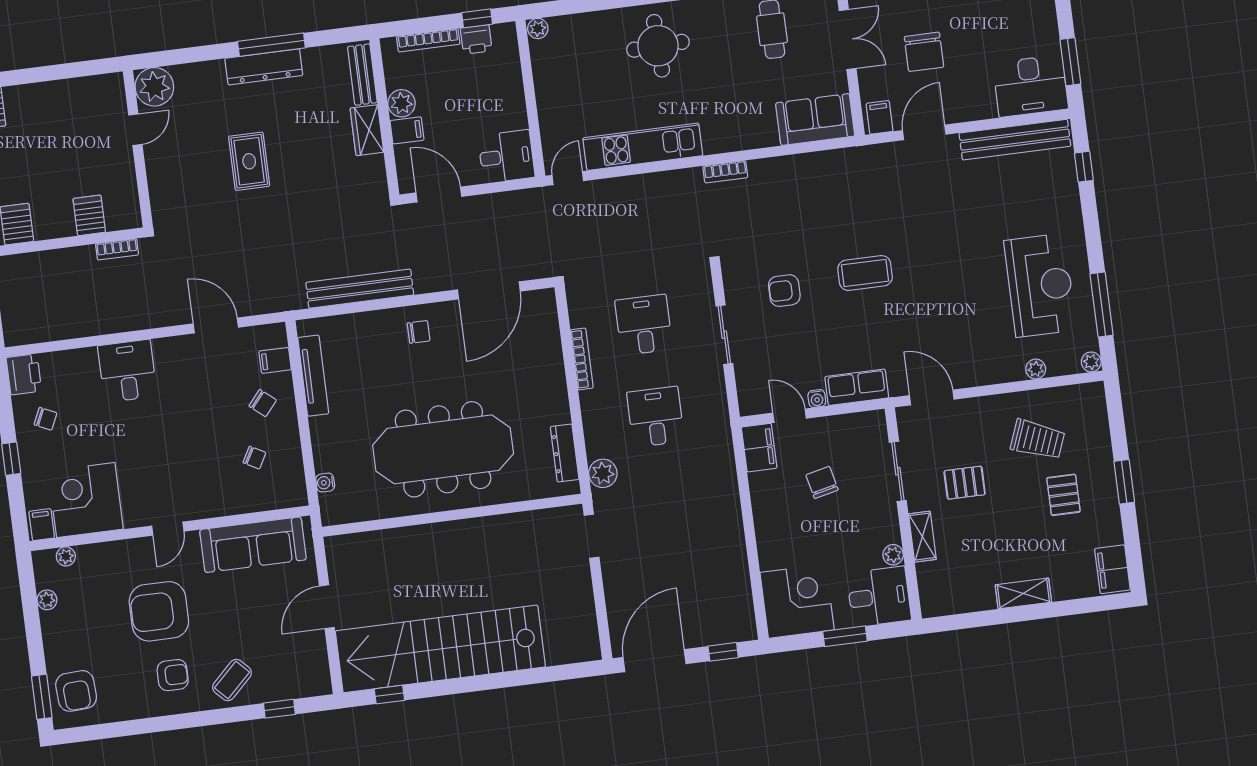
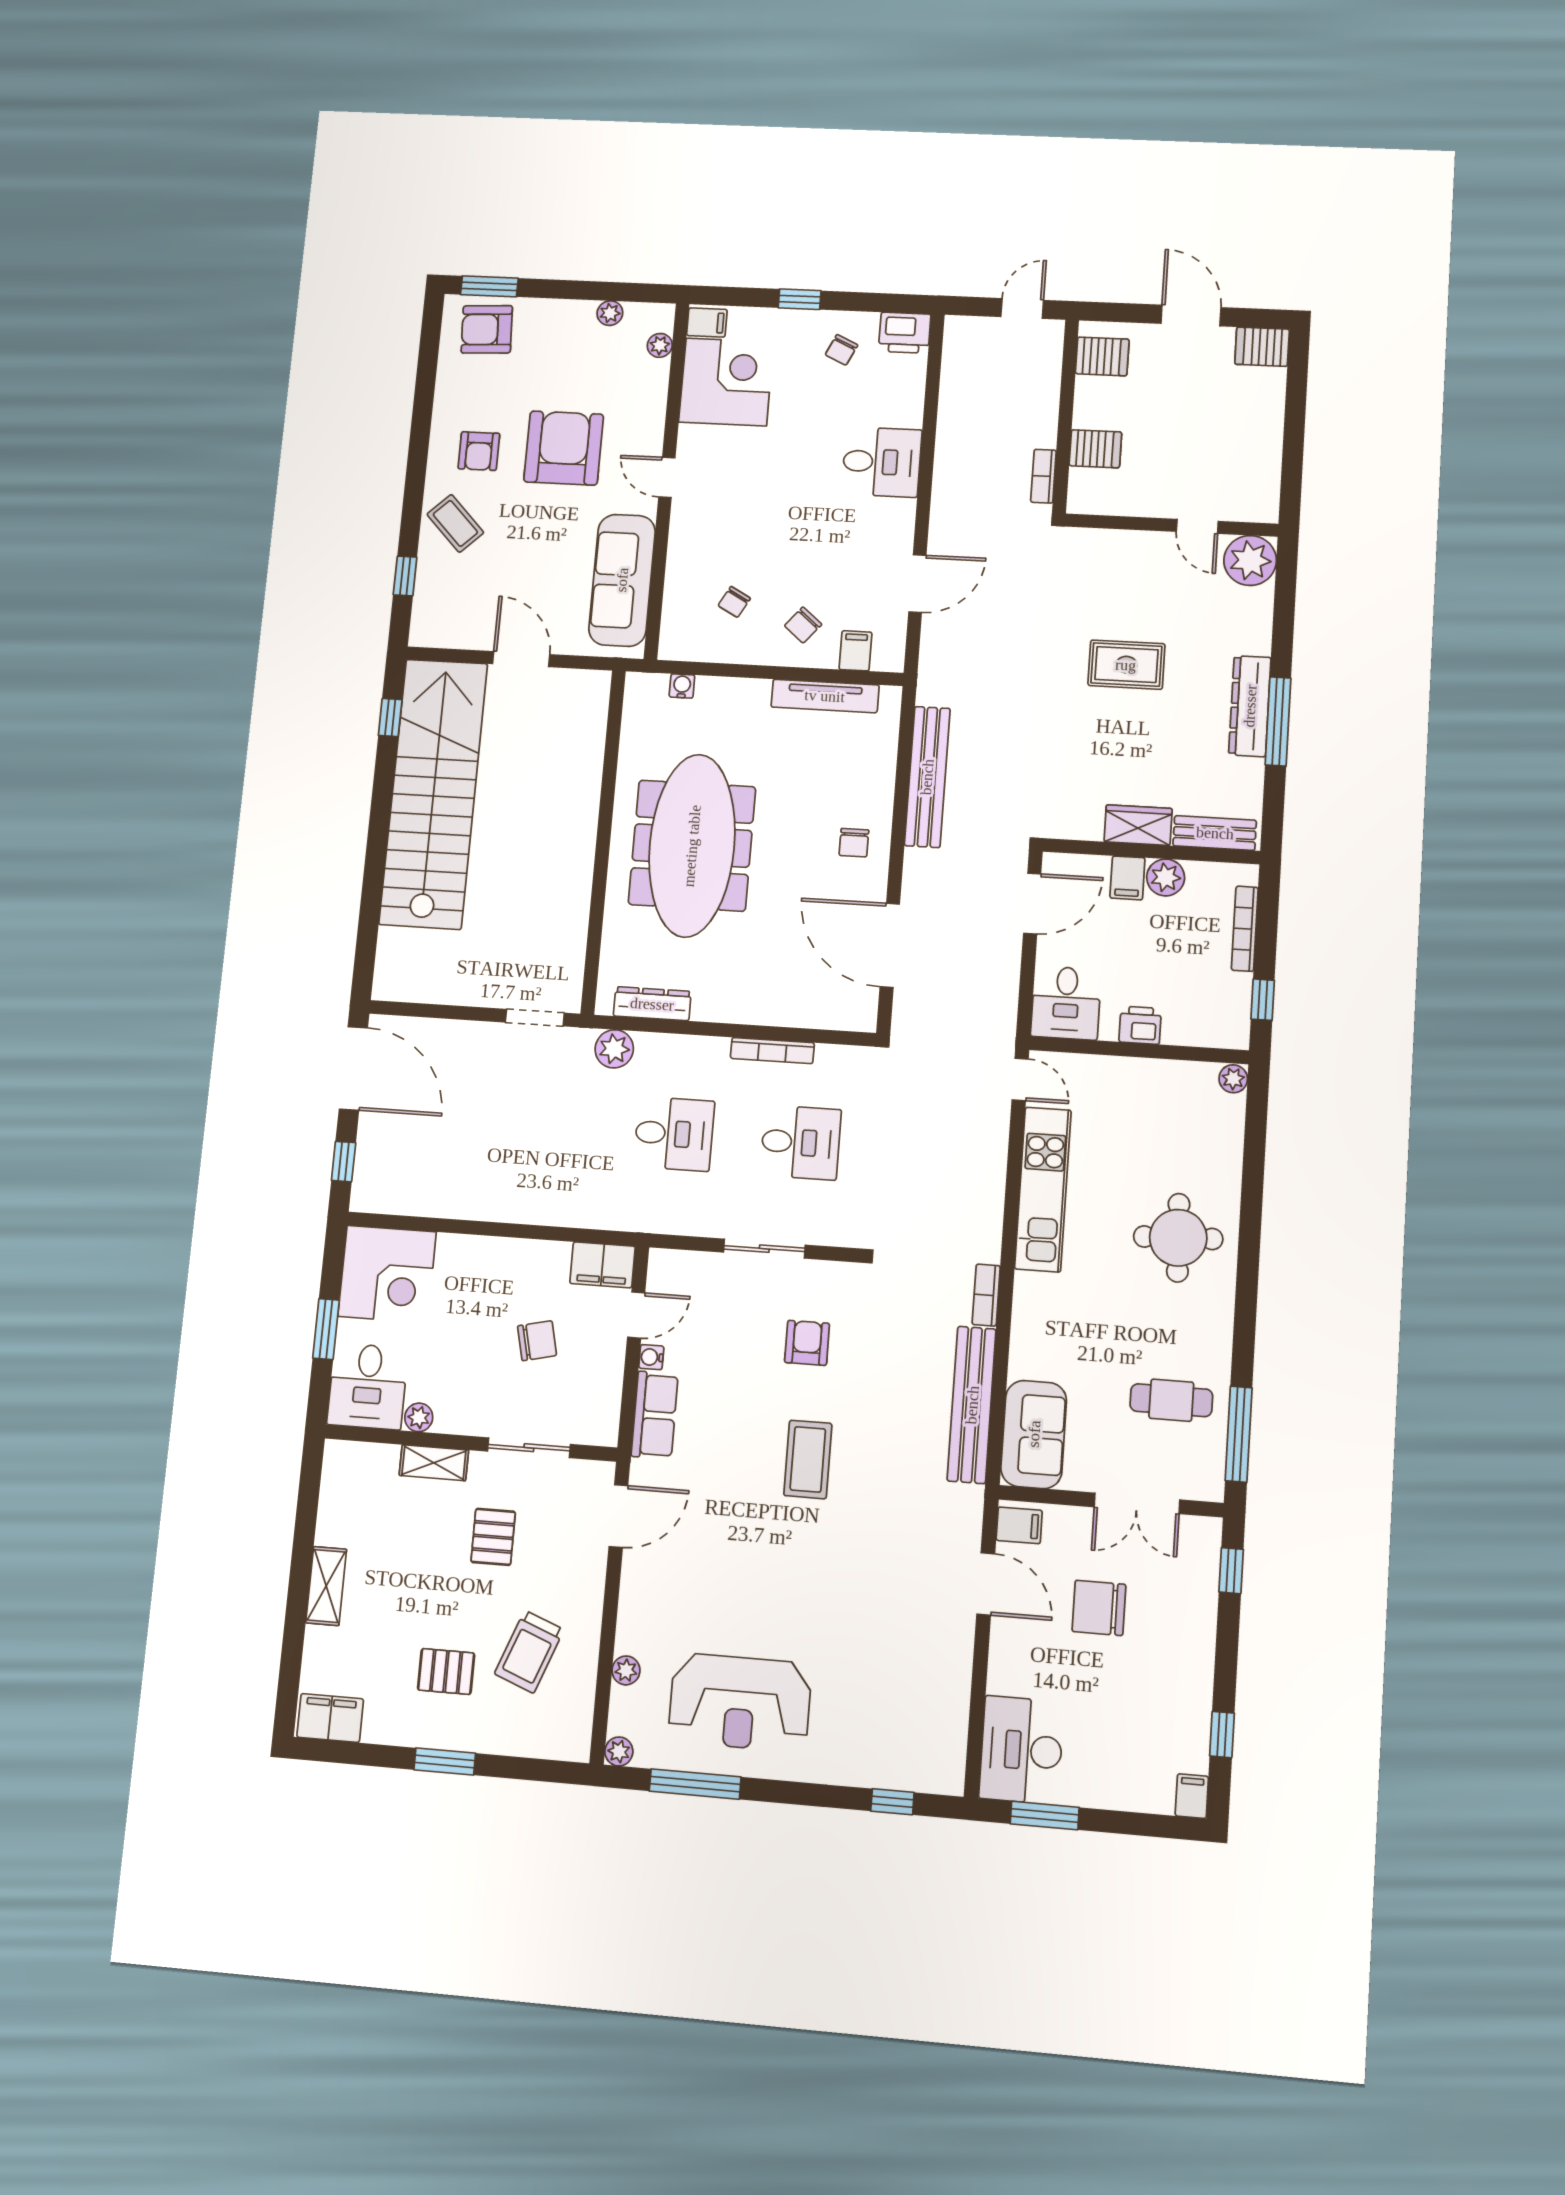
printer: (476, 39) -> (1140, 1025), moved, turned 90
bench: (1015, 140) -> (972, 1405), moved

